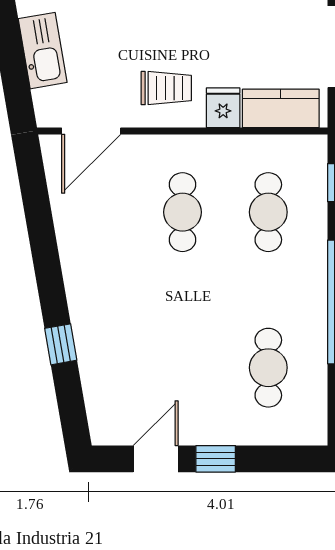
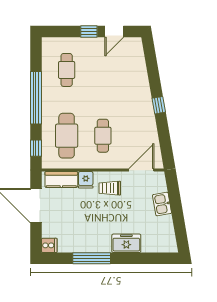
kitchen sink: (43, 51) -> (162, 204), width x0.73
cafe table: (268, 212) -> (67, 136), width x1.37, depth x1.35
window: (61, 344) -> (159, 105), moved

